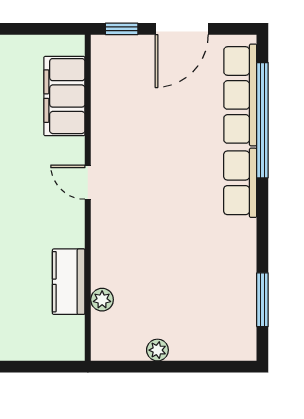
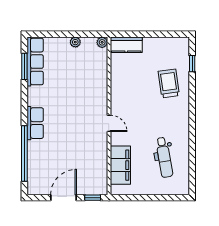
row of seats: (240, 95) -> (35, 62), moved
kitchen counter: (69, 282) -> (126, 45), moved, turned 90
plant: (102, 300) -> (102, 42), moved

